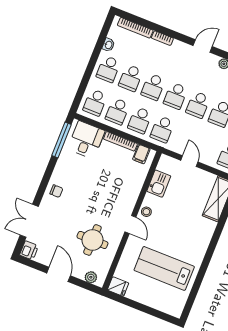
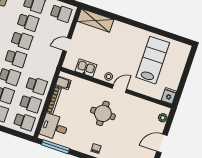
school desk: (162, 129) -> (43, 67), removed
round table: (92, 240) -> (103, 113), moved
lab bench: (164, 268) -> (153, 60), turned 180

